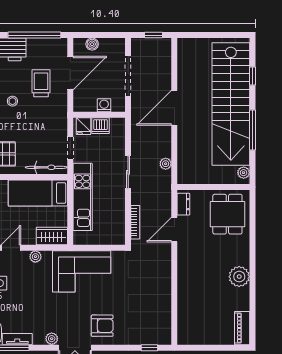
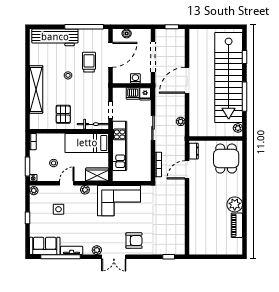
fridge: (84, 126) -> (145, 94), moved
piano: (242, 328) -> (237, 225), moved

